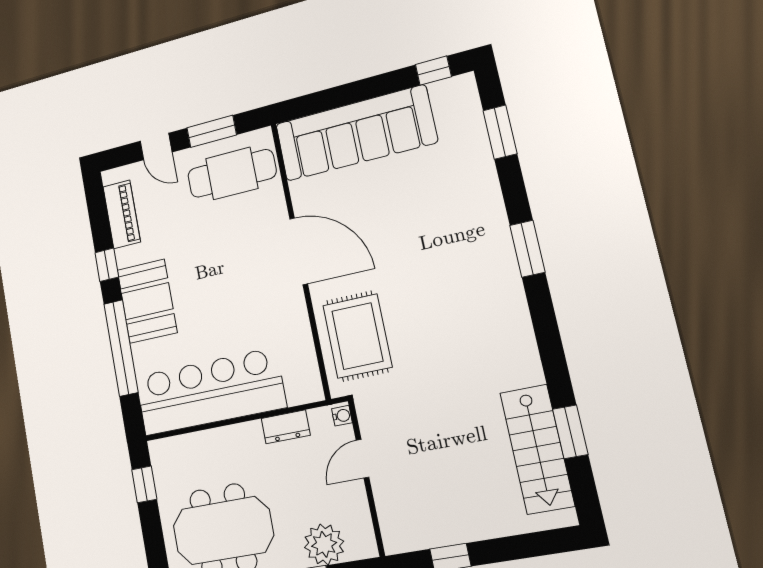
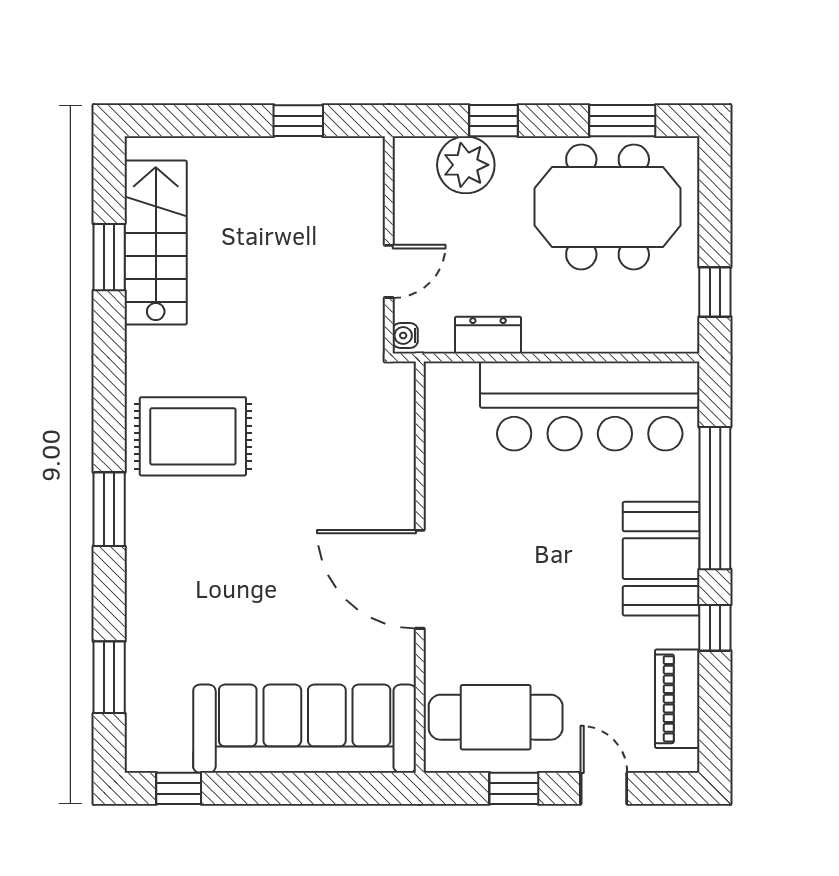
window: (212, 131) -> (514, 788), width x0.67
rug: (357, 336) -> (193, 436), moved, turned 90

